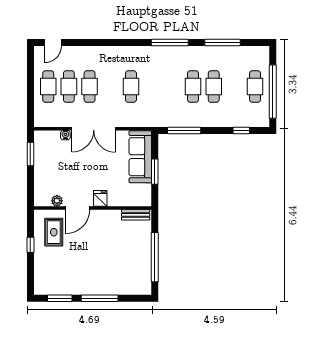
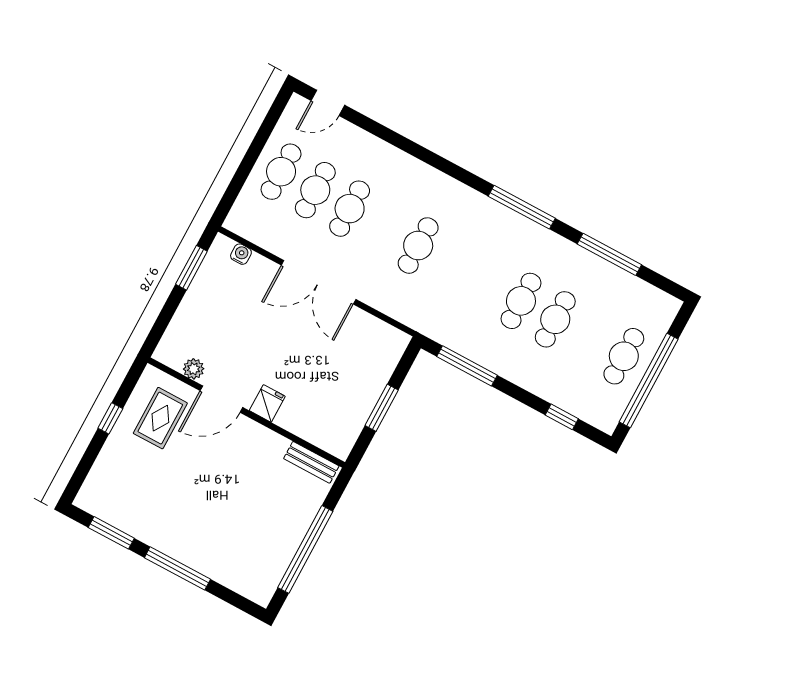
water cooler: (65, 135) -> (241, 254), moved
sofa: (140, 157) -> (371, 370), removed

